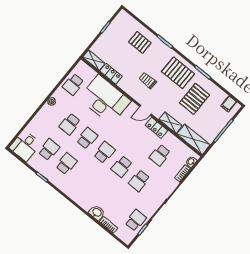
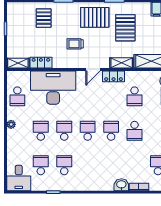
pallet: (140, 42) -> (44, 18), turned 90
school desk: (70, 124) -> (41, 131), turned 180
school desk: (122, 166) -> (111, 131), turned 180

